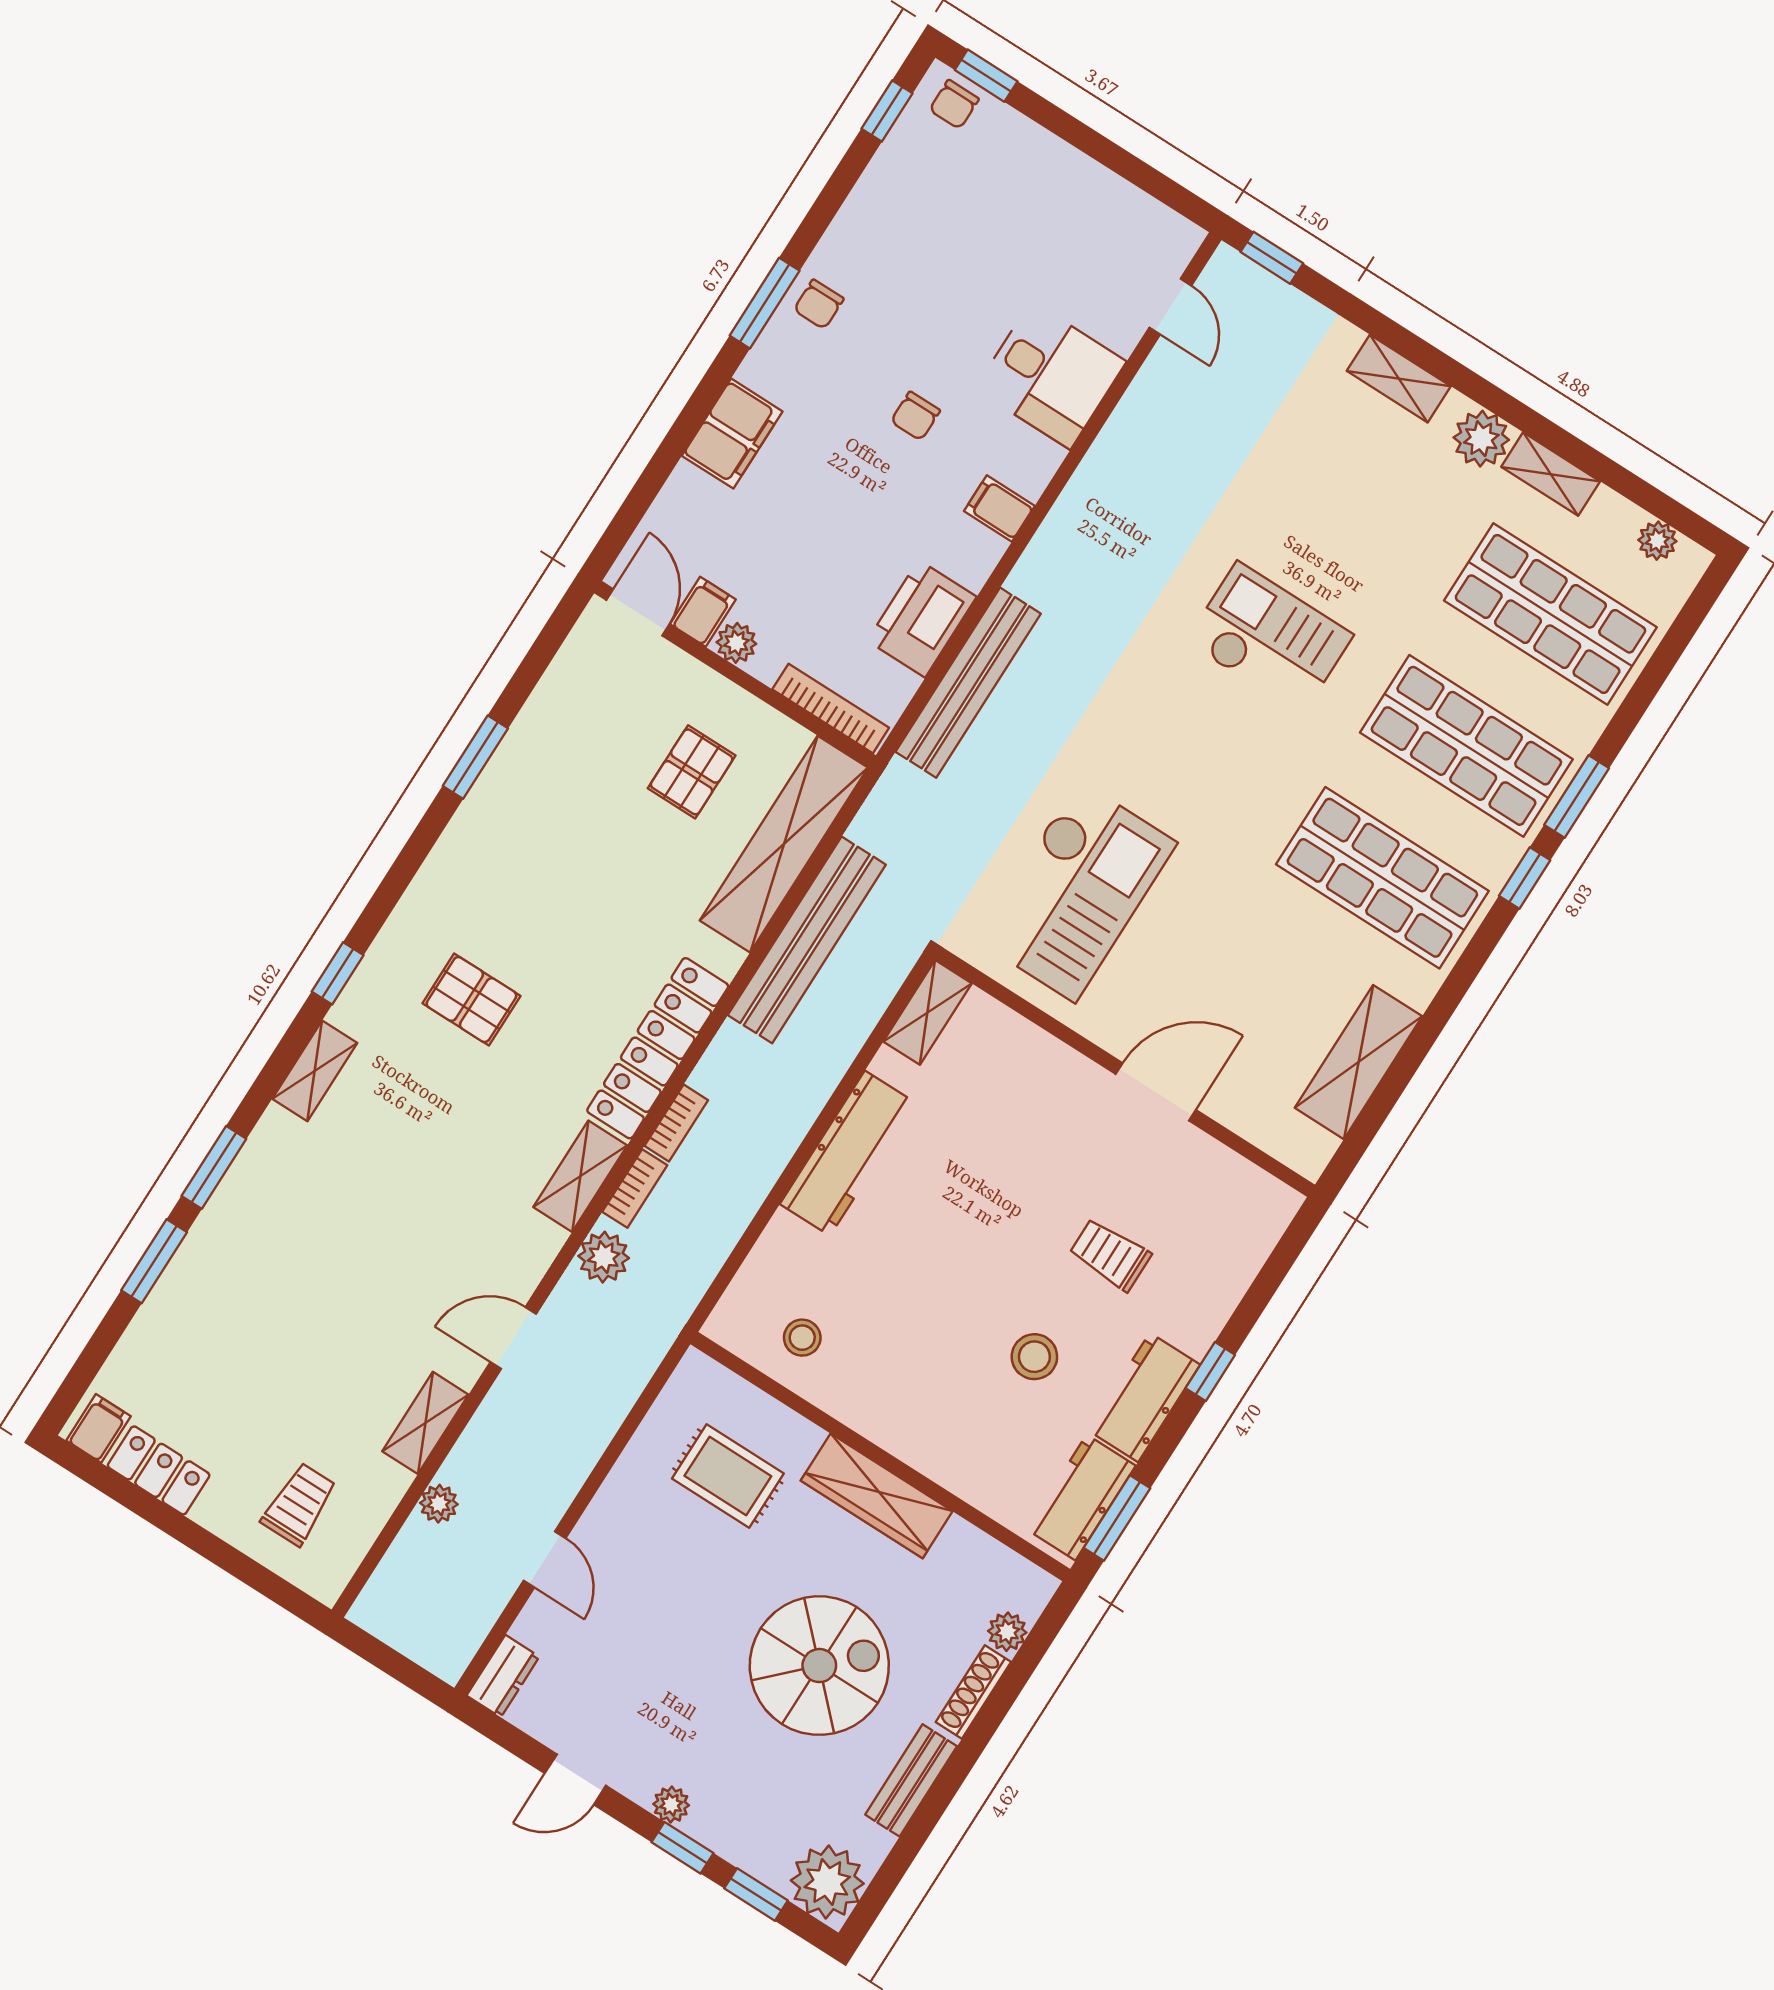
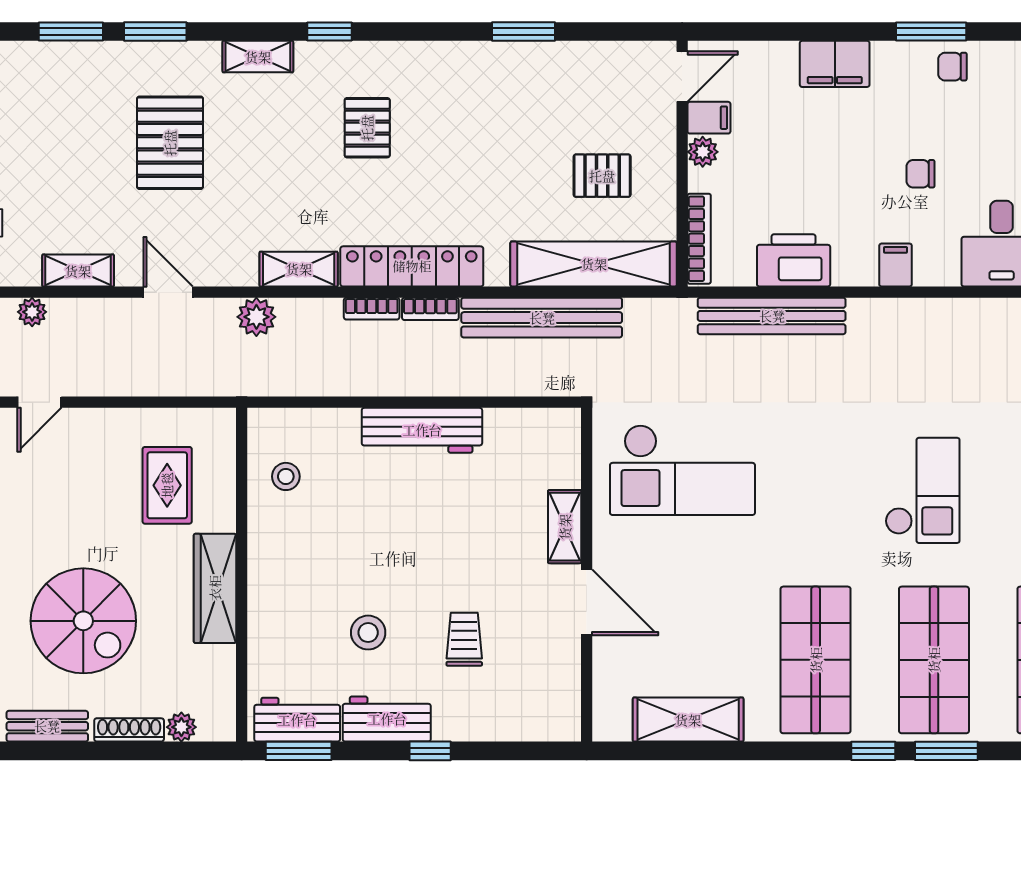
shelving: (928, 1012) -> (565, 527), moved, turned 90
bookcase: (635, 1189) -> (430, 309), moved
pallet: (348, 1230) -> (170, 143), added

